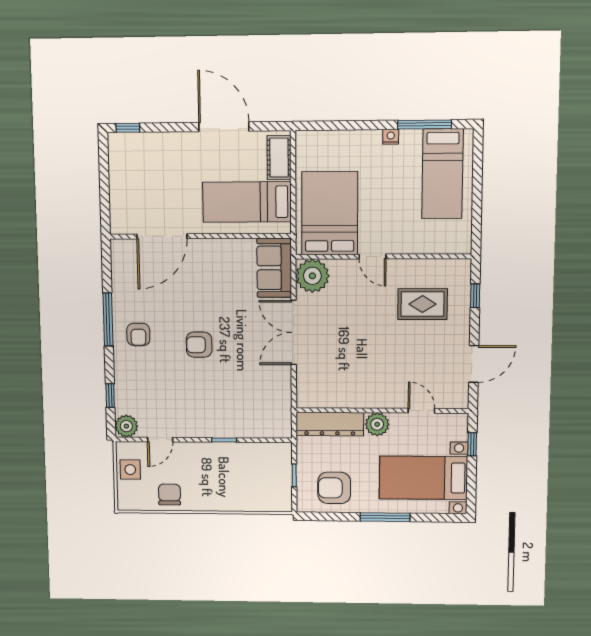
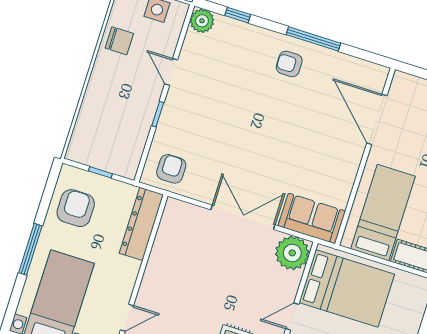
armchair: (199, 345) -> (171, 169), moved
plant: (377, 424) -> (127, 270), removed
door: (160, 440) -> (171, 72), moved

